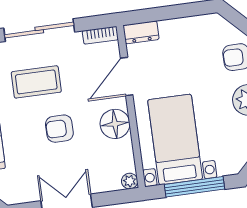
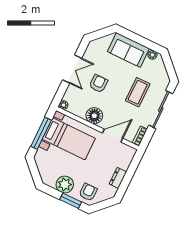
dresser: (141, 32) -> (118, 178), moved
door: (127, 77) -> (113, 136), hinge flipped
armchair: (59, 129) -> (98, 84), moved

